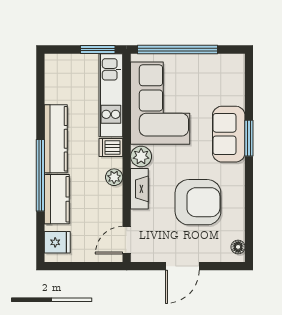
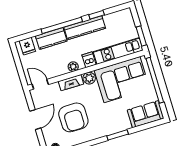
window: (40, 113) -> (97, 15), added
sofa: (229, 134) -> (145, 114), moved
door: (182, 266) -> (35, 120), swing flipped

